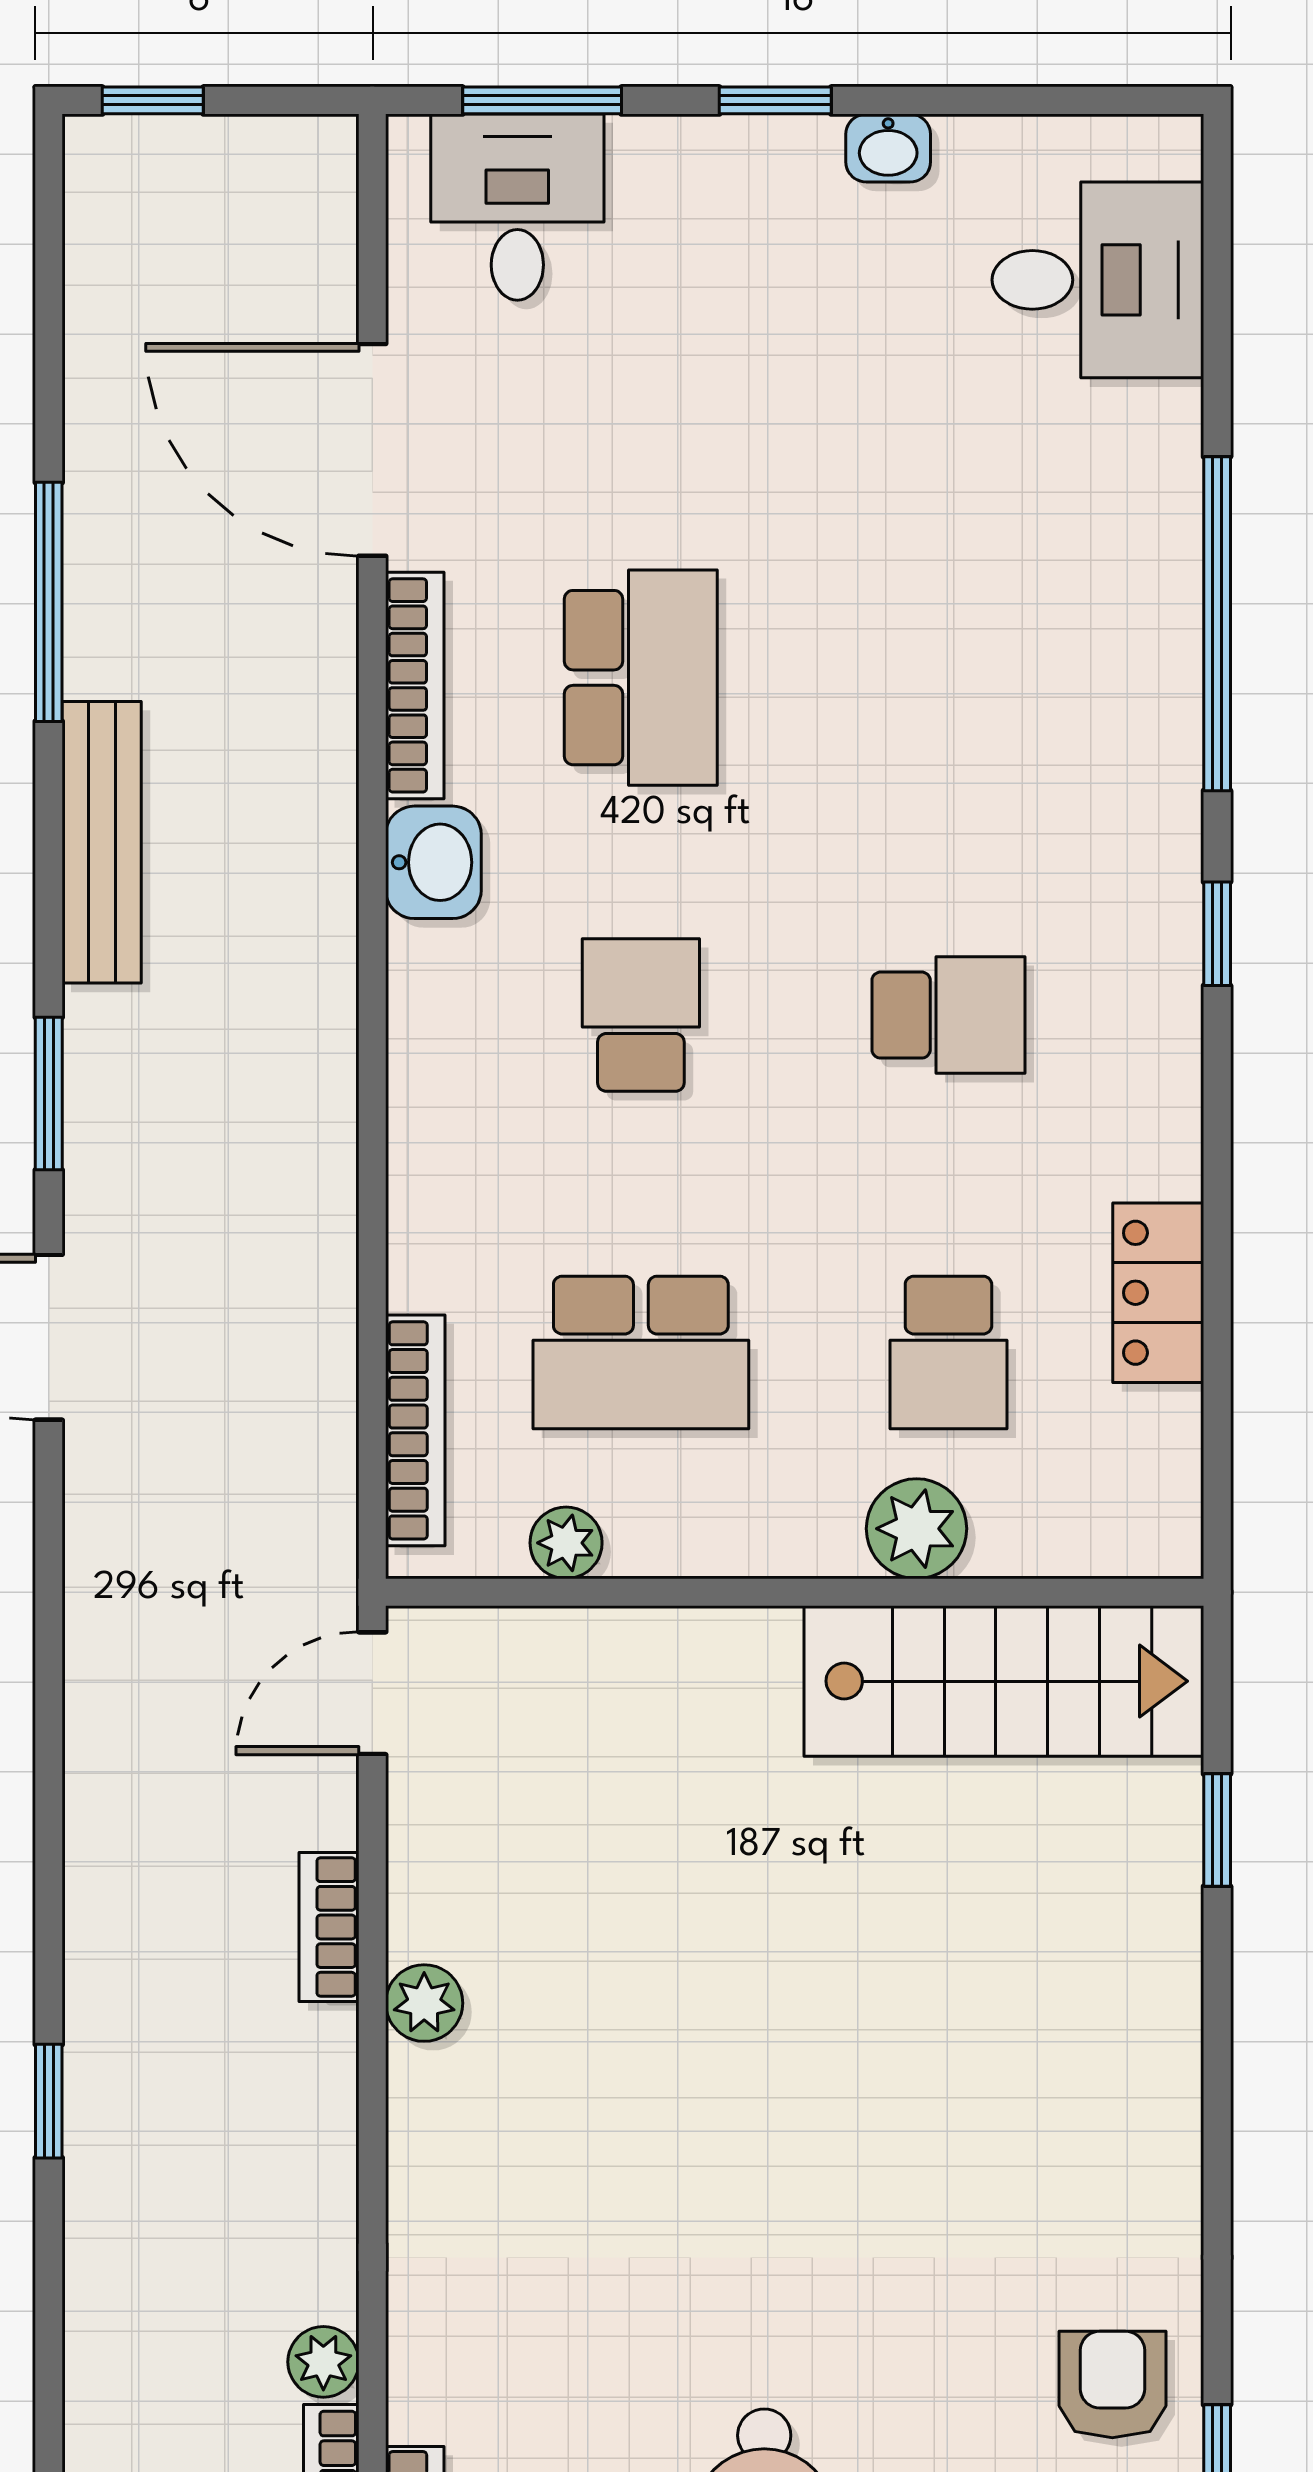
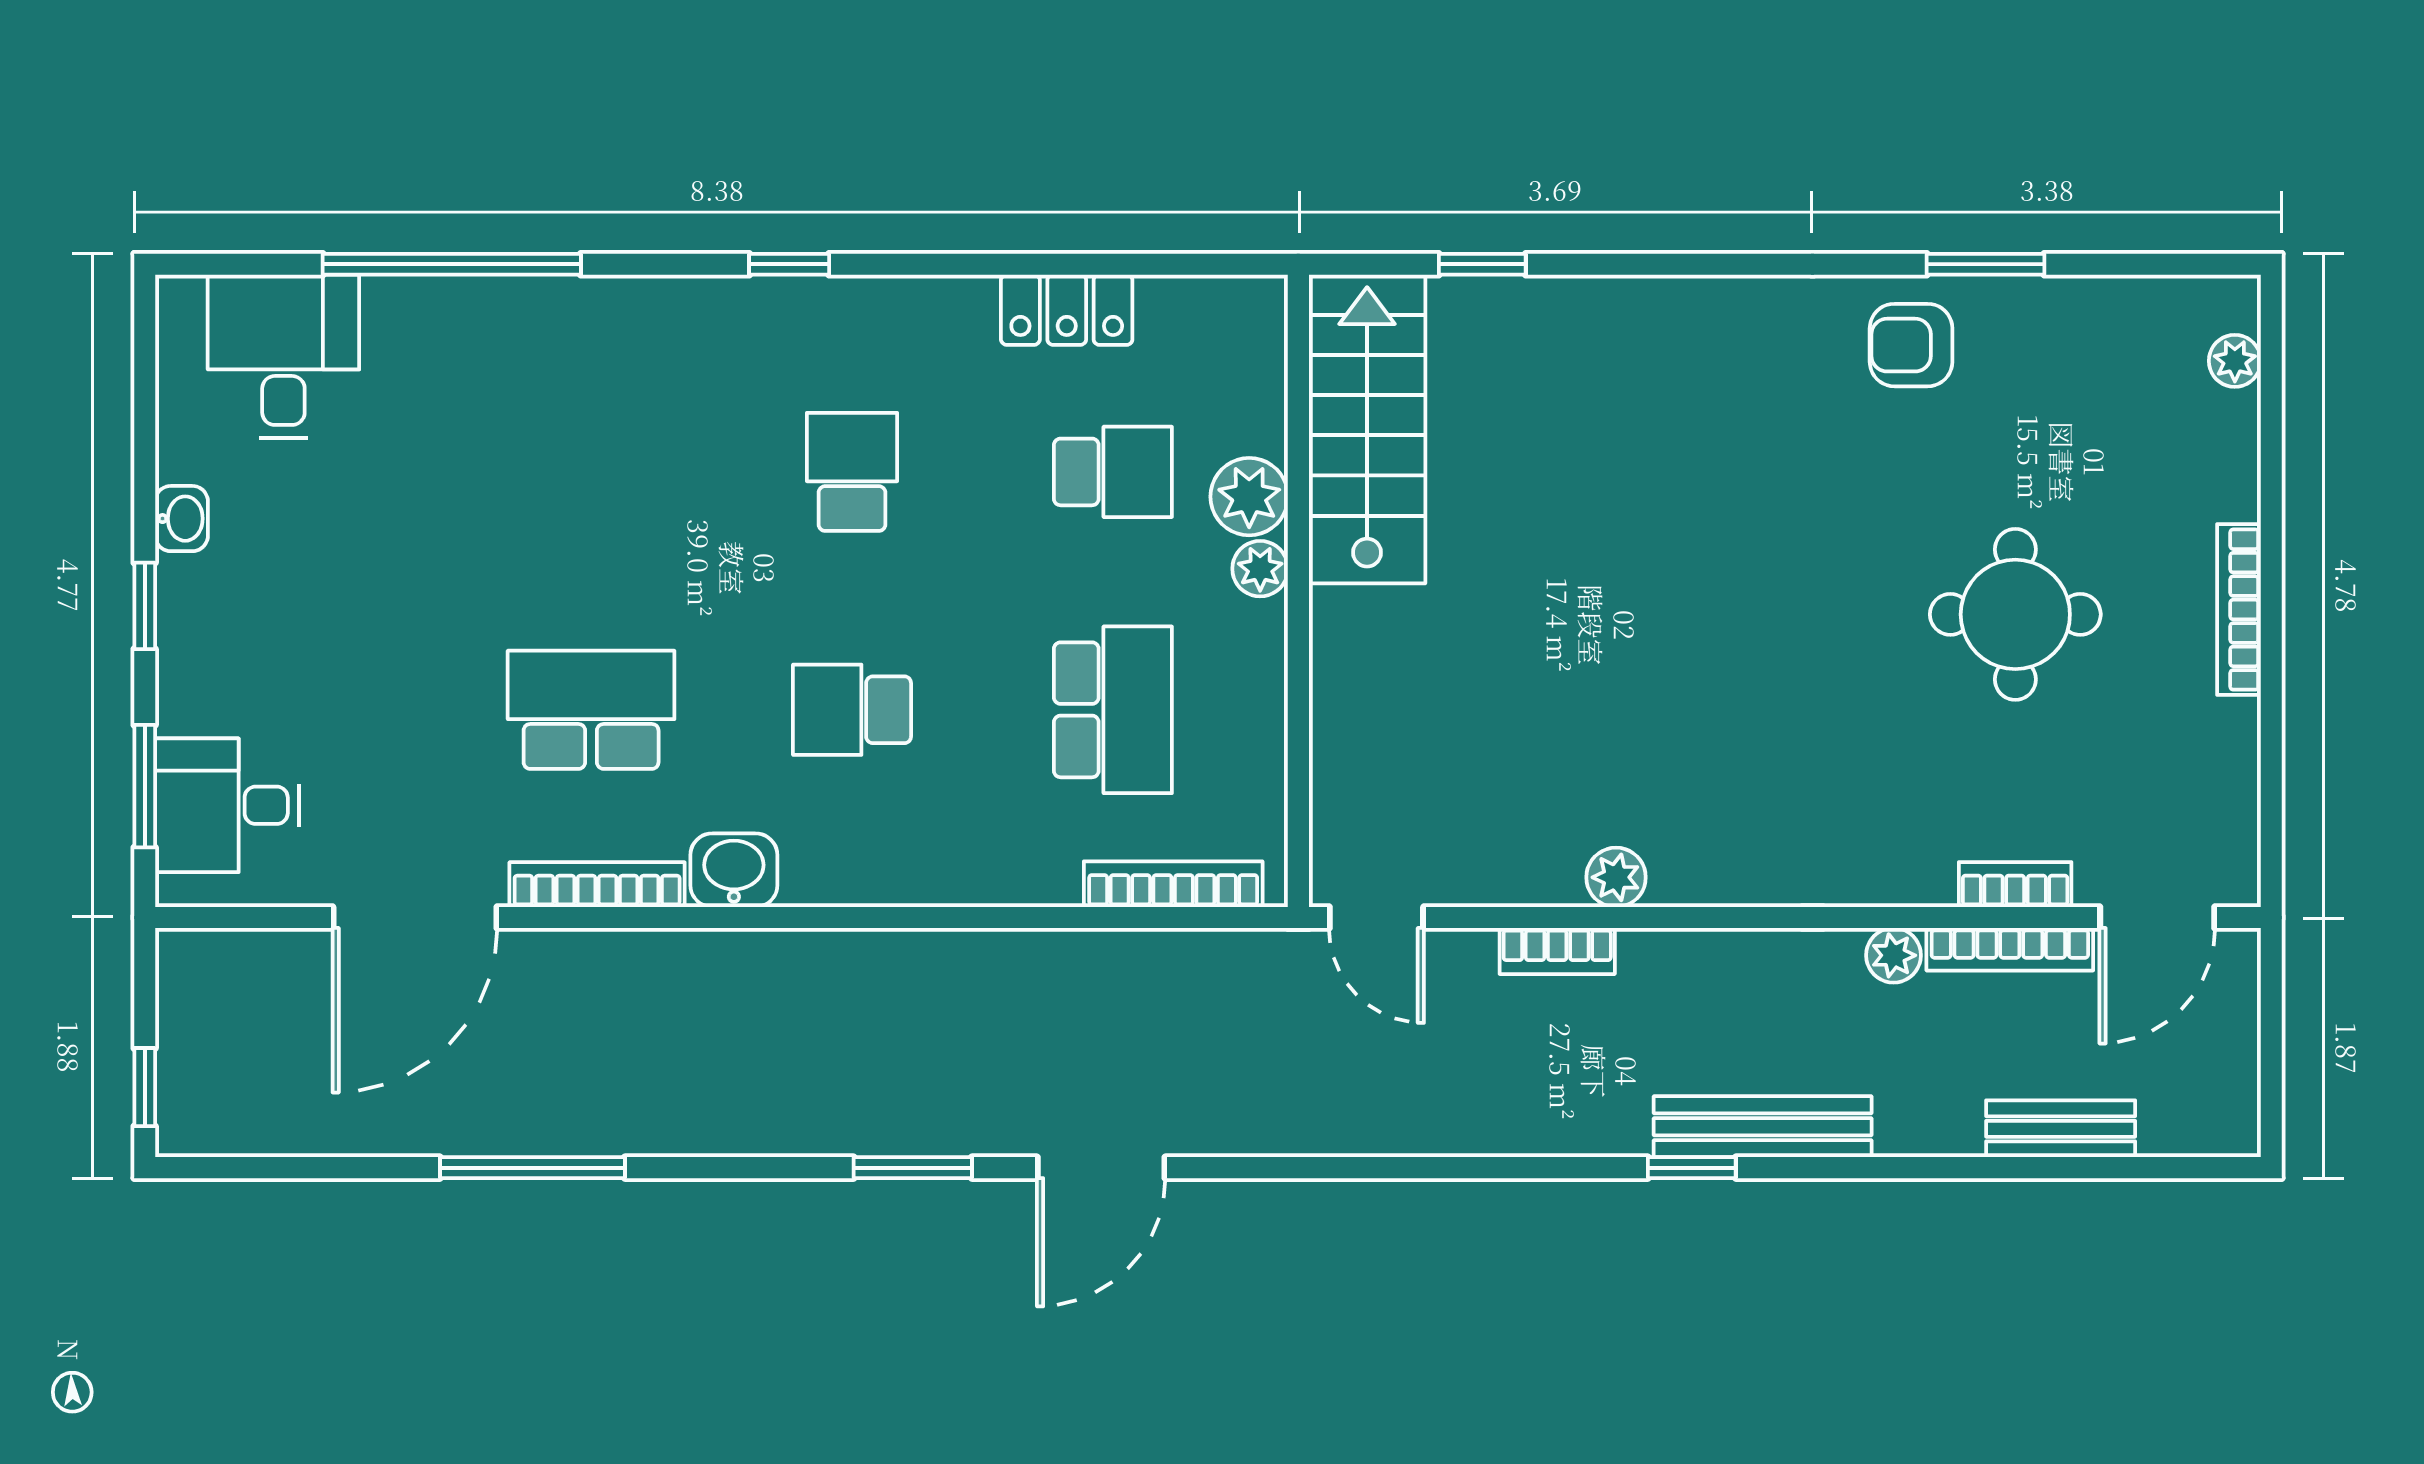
window: (1217, 624) -> (452, 264), moved
bench: (102, 842) -> (1763, 1127), moved
plant: (566, 1543) -> (1260, 569), moved

